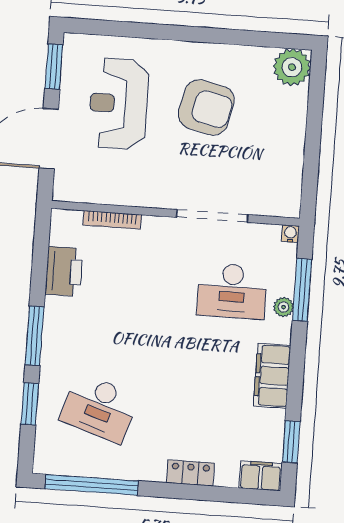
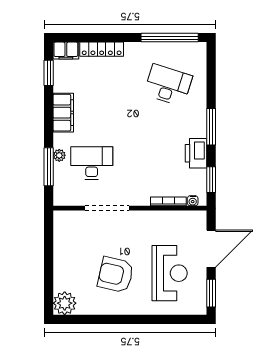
water cooler: (290, 234) -> (193, 201), moved
printer: (64, 271) -> (196, 153), moved
window: (30, 404) -> (211, 180), moved
locker: (190, 473) -> (102, 49), width x1.53

